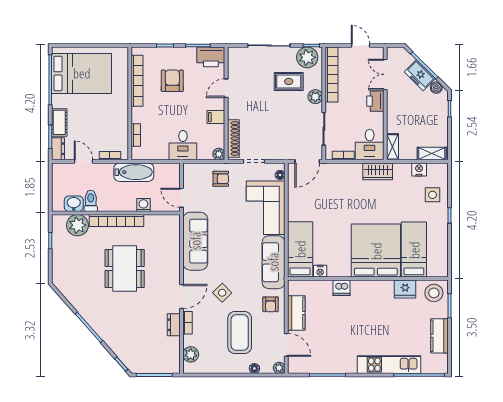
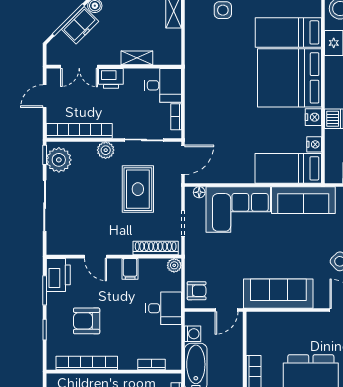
rug: (289, 81) -> (138, 189), moved, width x1.36, depth x1.43
shelving: (393, 147) -> (137, 58), moved
door: (307, 161) -> (183, 160), hinge flipped
nightstand: (419, 169) -> (313, 117), moved, turned 180
wardrobe: (378, 171) -> (195, 76), removed
armchair: (221, 179) -> (197, 291), moved, turned 90
washing machine: (143, 205) -> (193, 334), moved, turned 180

